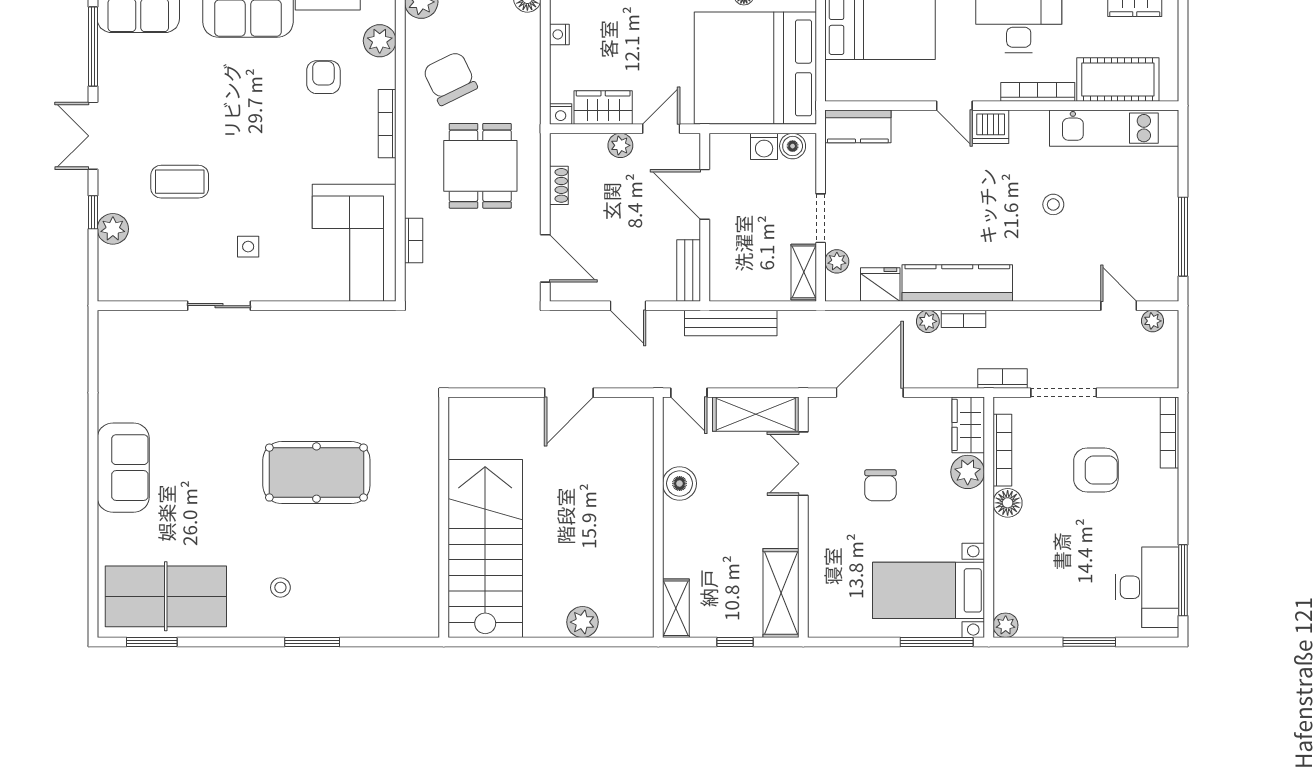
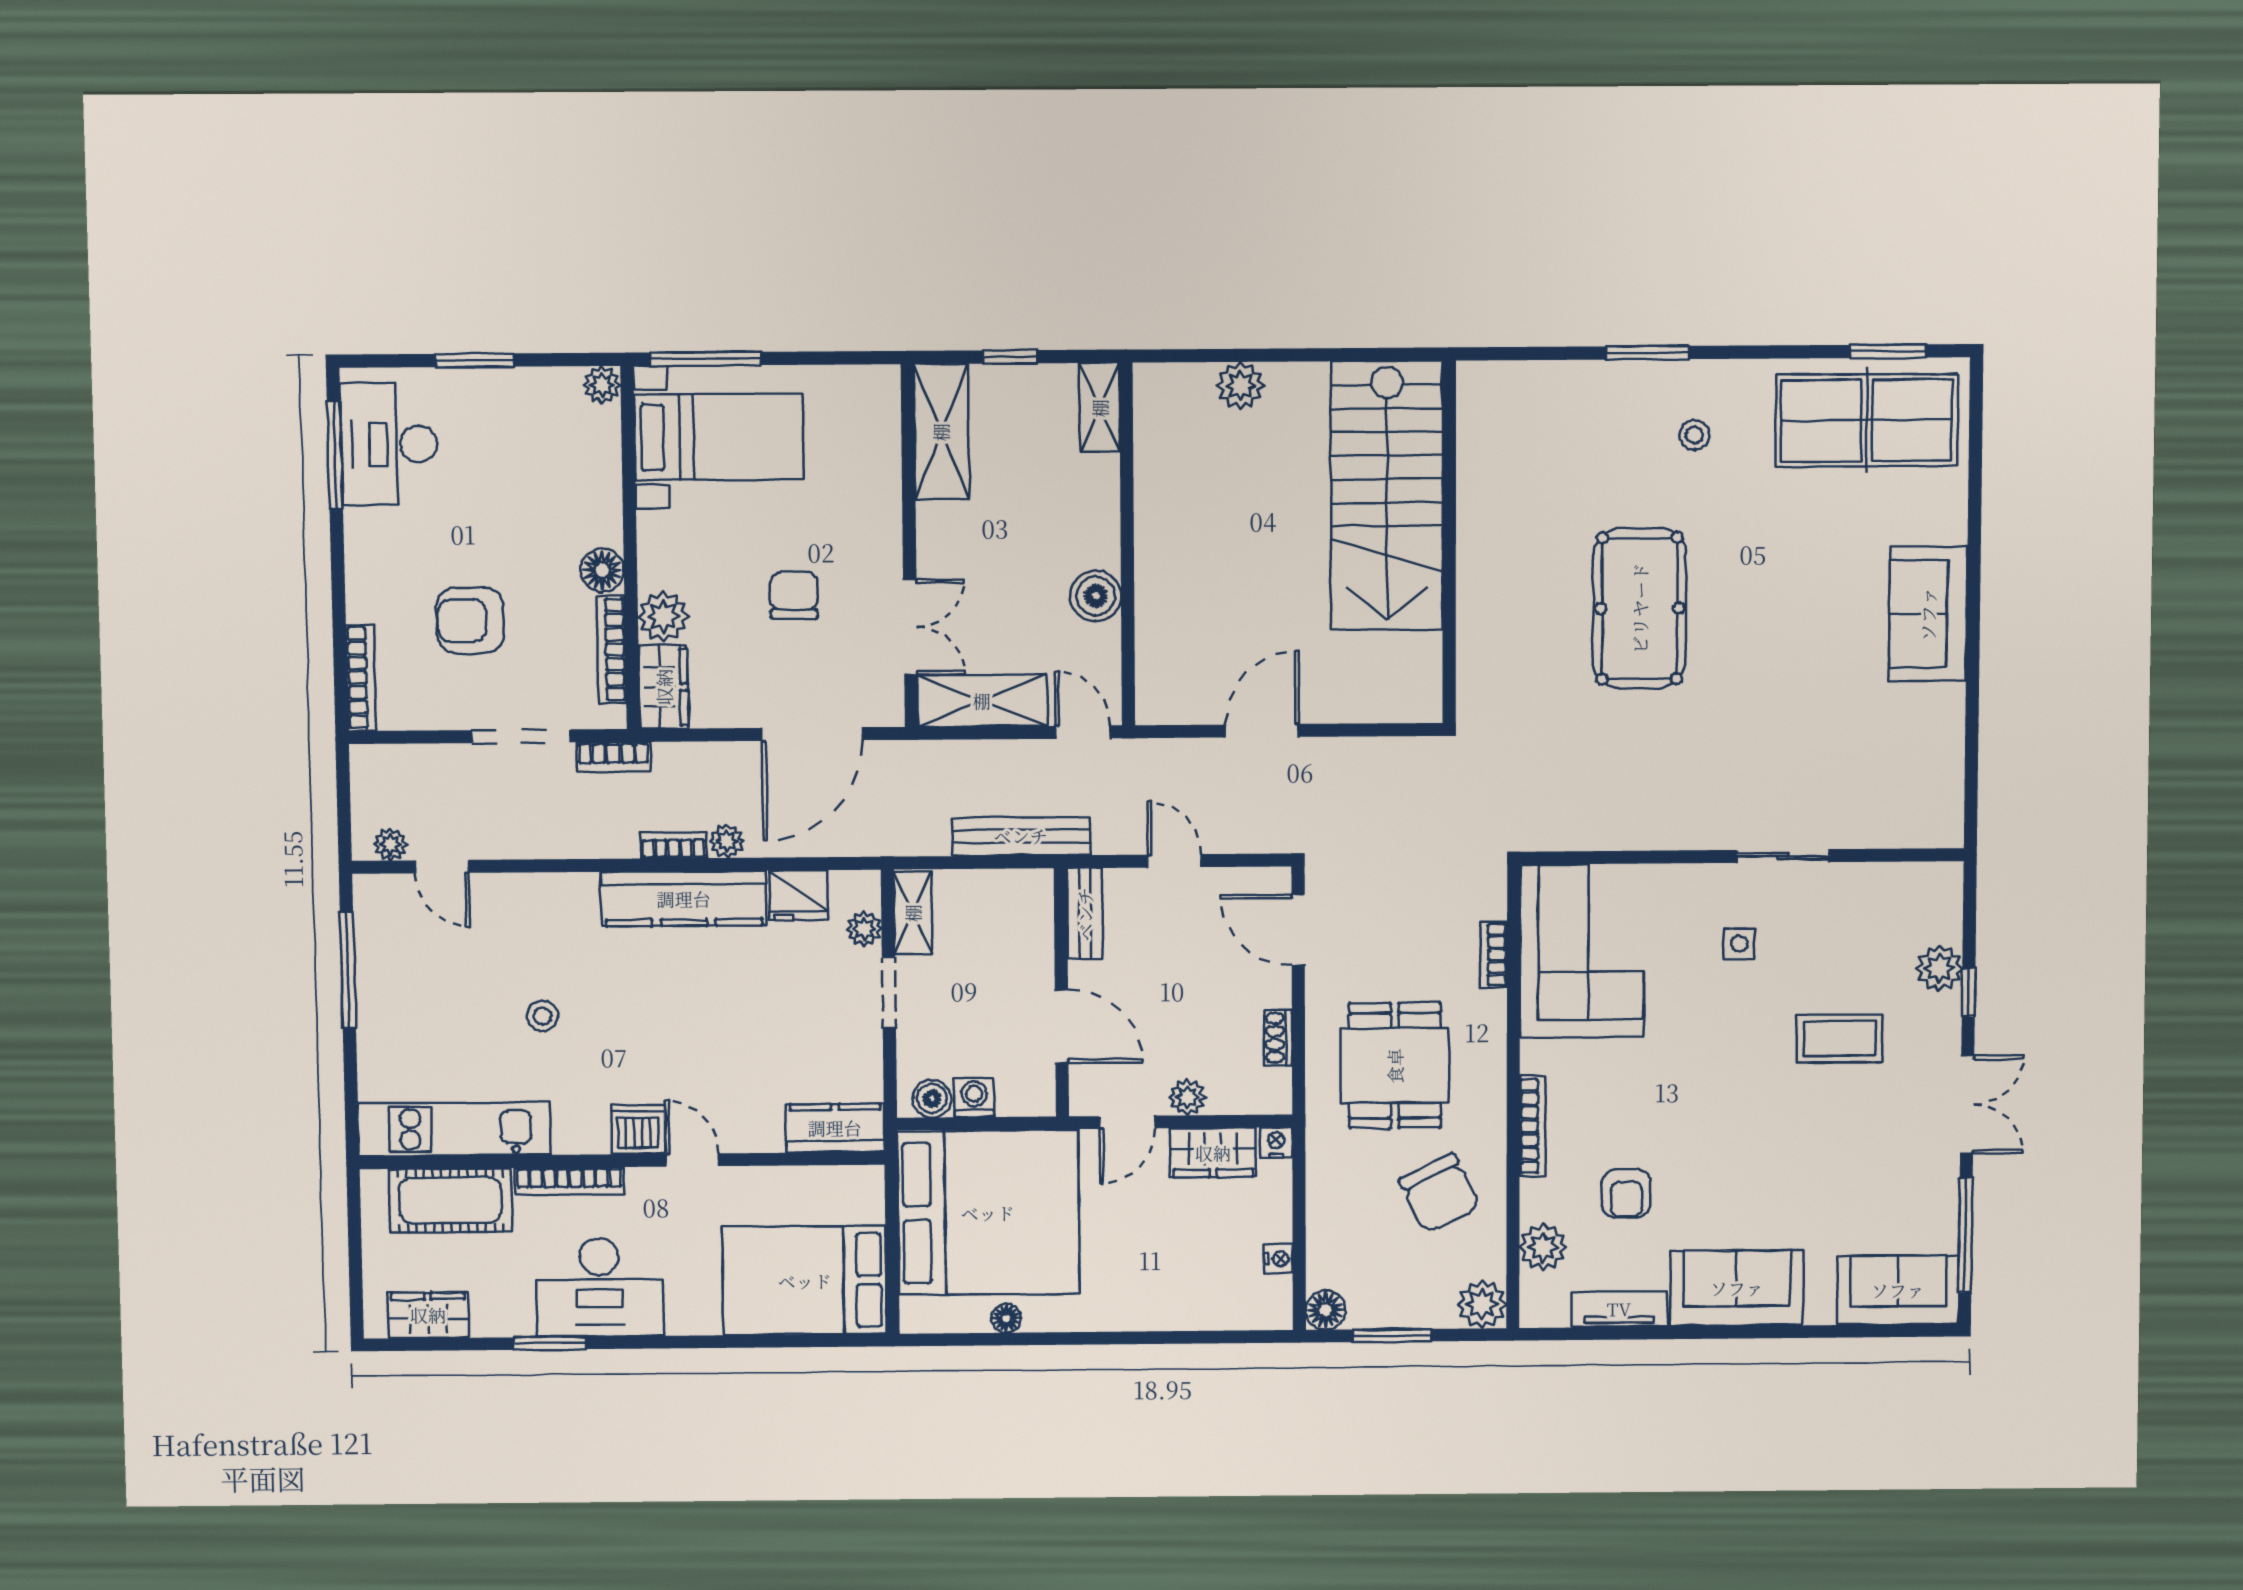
pool table: (316, 473) -> (1640, 608), turned 90

